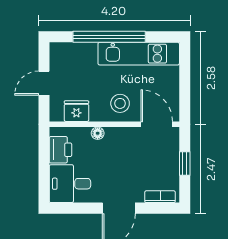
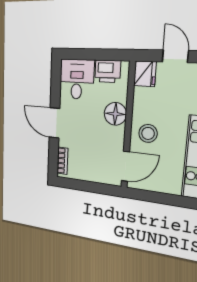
fridge: (76, 111) -> (145, 74), moved
floor lamp: (98, 133) -> (115, 114), width x1.89, depth x1.89
window: (185, 163) -> (89, 187), removed

